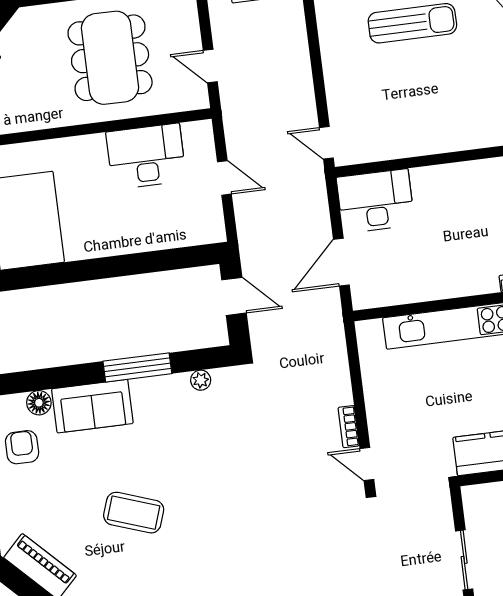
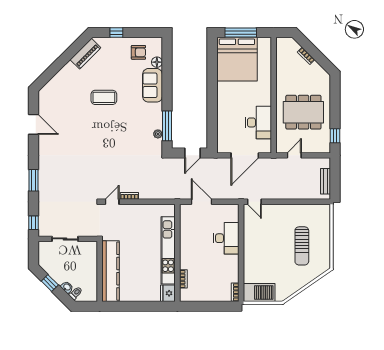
door: (326, 143) -> (254, 202), swing flipped
door: (224, 178) -> (245, 155), width x1.88
desk: (376, 201) -> (226, 238), moved
window: (137, 367) -> (167, 126), moved
coffee table: (134, 513) -> (104, 97), turned 71

